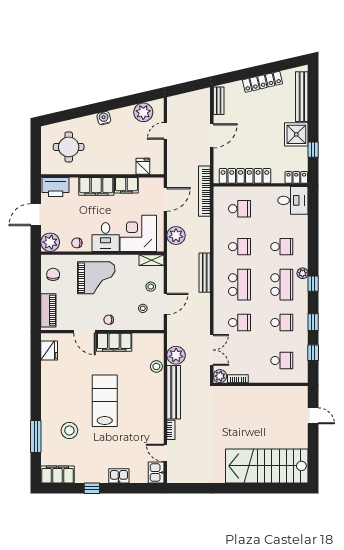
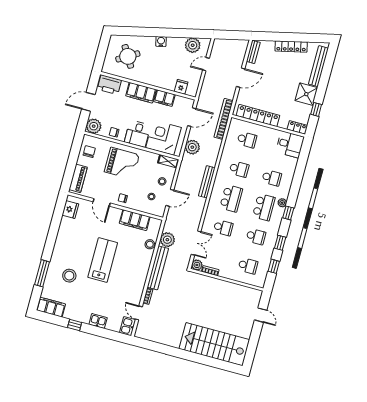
round table: (69, 147) -> (128, 56), turned -31
filing cabinet: (114, 342) -> (135, 220), moved

